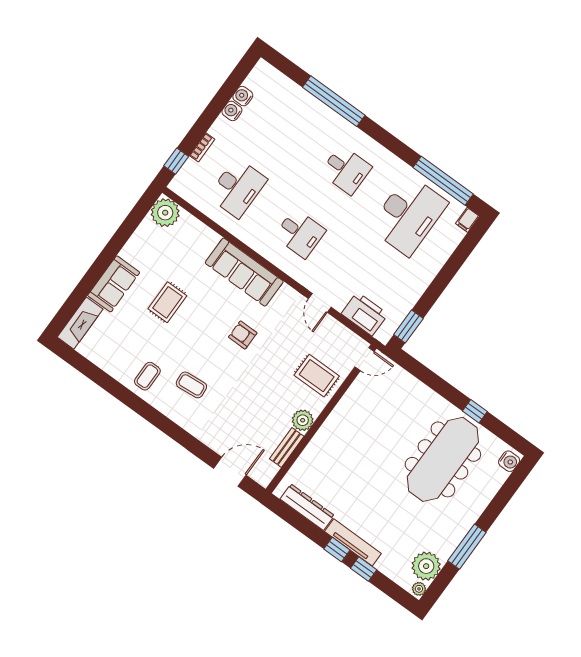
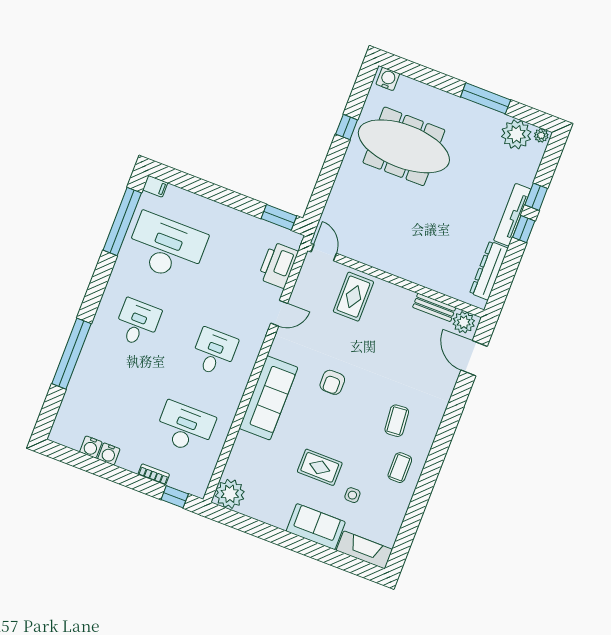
side table: (134, 326) -> (352, 495), added
coffee table: (147, 376) -> (400, 468), turned 90
plant: (303, 420) -> (464, 322), moved

